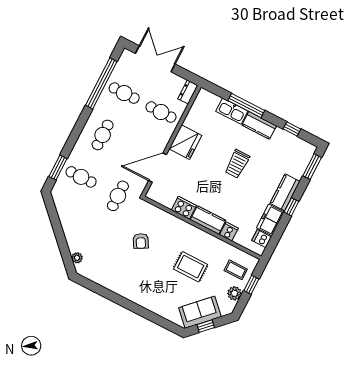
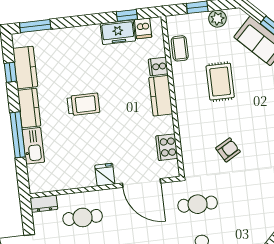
cafe table: (161, 112) -> (83, 217), turned 90
fridge: (185, 142) -> (105, 175), width x0.53, depth x0.75
kitchen counter: (285, 192) -> (25, 67), moved, turned -90
window: (291, 207) -> (127, 15), moved
cooker: (184, 208) -> (167, 147), moved
coffee table: (236, 270) -> (180, 48), moved

